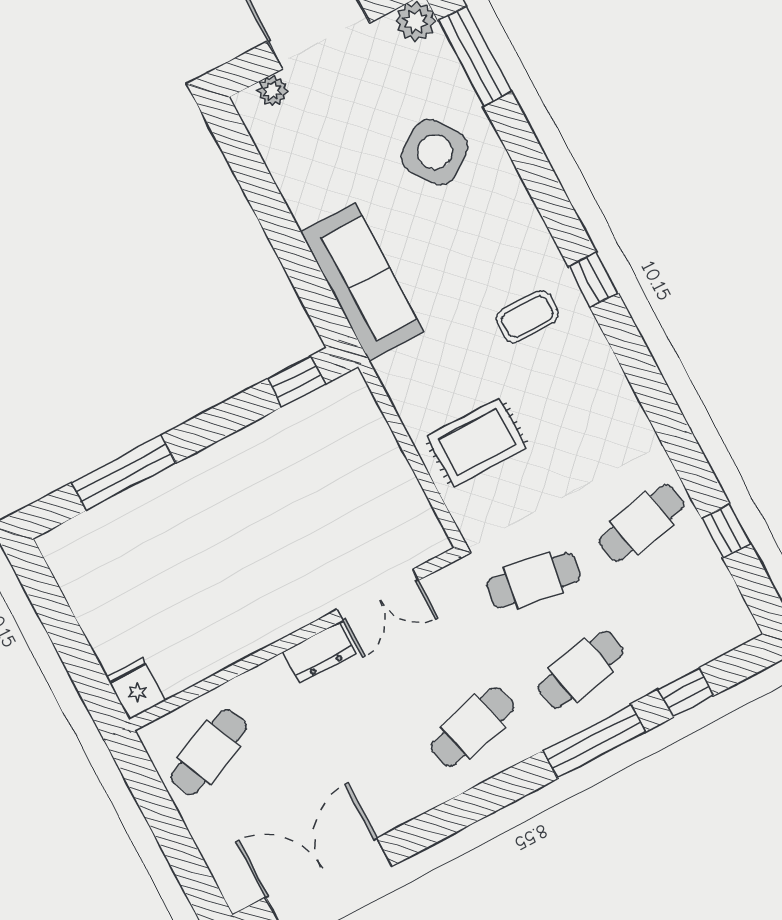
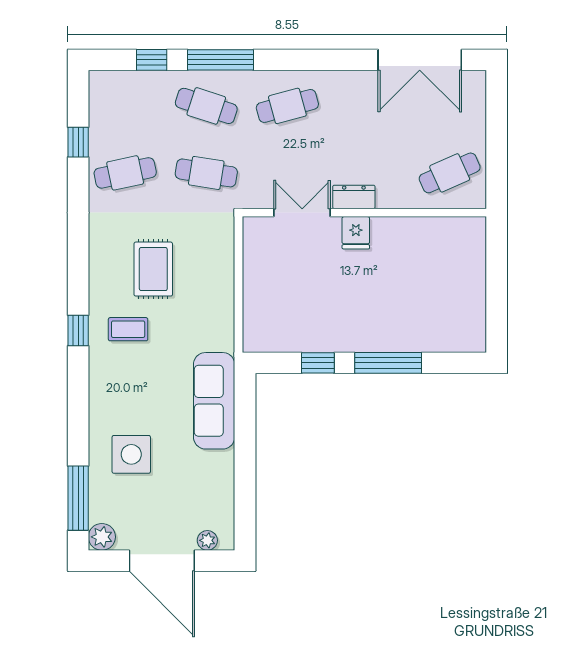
side table: (435, 152) -> (131, 454), turned 35
window: (296, 381) -> (318, 363), moved
rug: (477, 442) -> (153, 269), moved, turned 90
window: (124, 473) -> (388, 363), moved
cafe table: (581, 670) -> (206, 106), turned 30
fridge: (136, 689) -> (356, 233), moved

